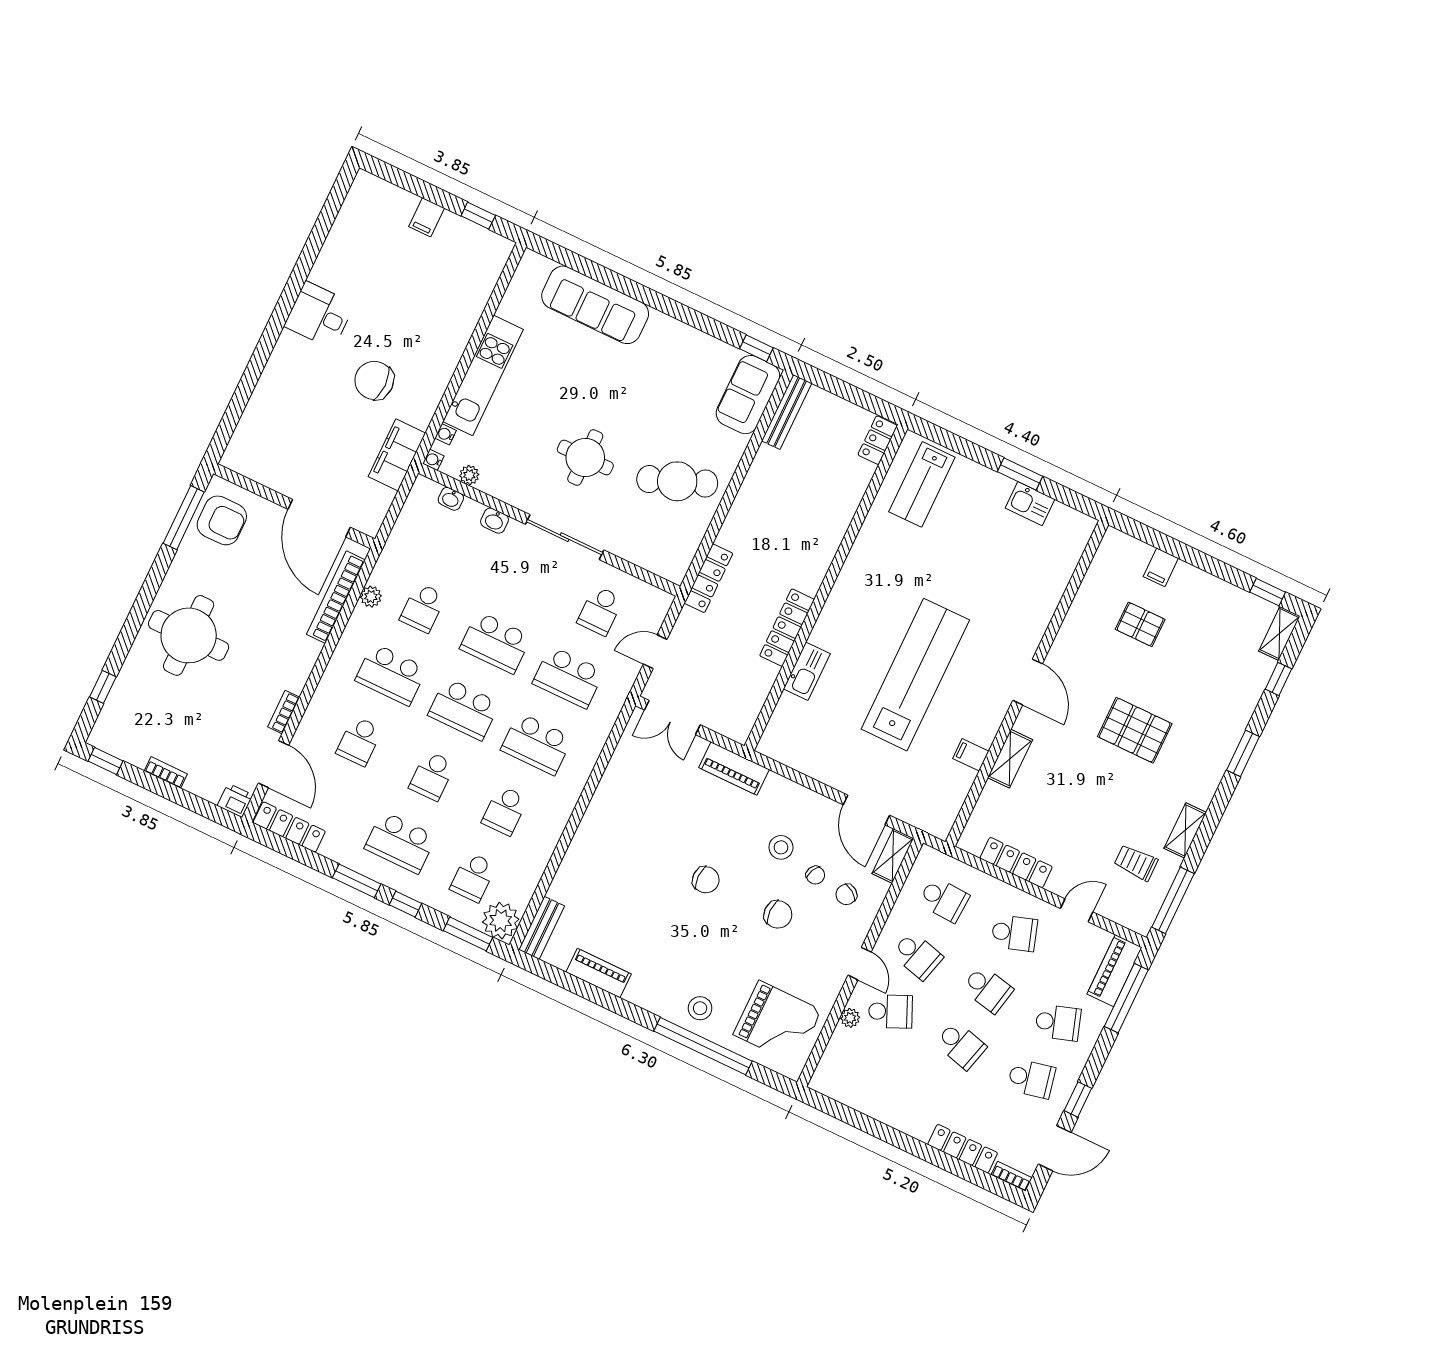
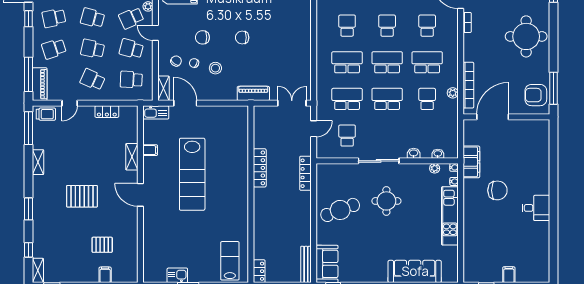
door: (319, 518) -> (493, 117), hinge flipped
kitchen sink: (807, 671) -> (156, 112), moved, turned -90
locker: (1016, 863) -> (107, 112), width x0.66
trolley: (1136, 863) -> (46, 114), moved
school desk: (1014, 933) -> (93, 80), turned 42

